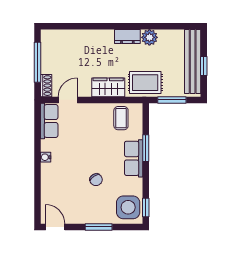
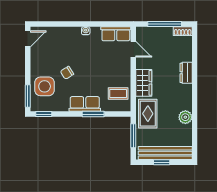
dresser: (127, 36) -> (186, 73), moved
shoe rack: (46, 86) -> (183, 31), moved
side table: (128, 207) -> (45, 86), moved
window: (99, 227) -> (28, 96), moved

